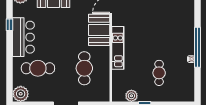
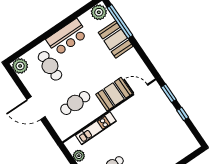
window: (9, 25) -> (69, 19), removed
kitchen unit: (118, 48) -> (96, 128), moved

